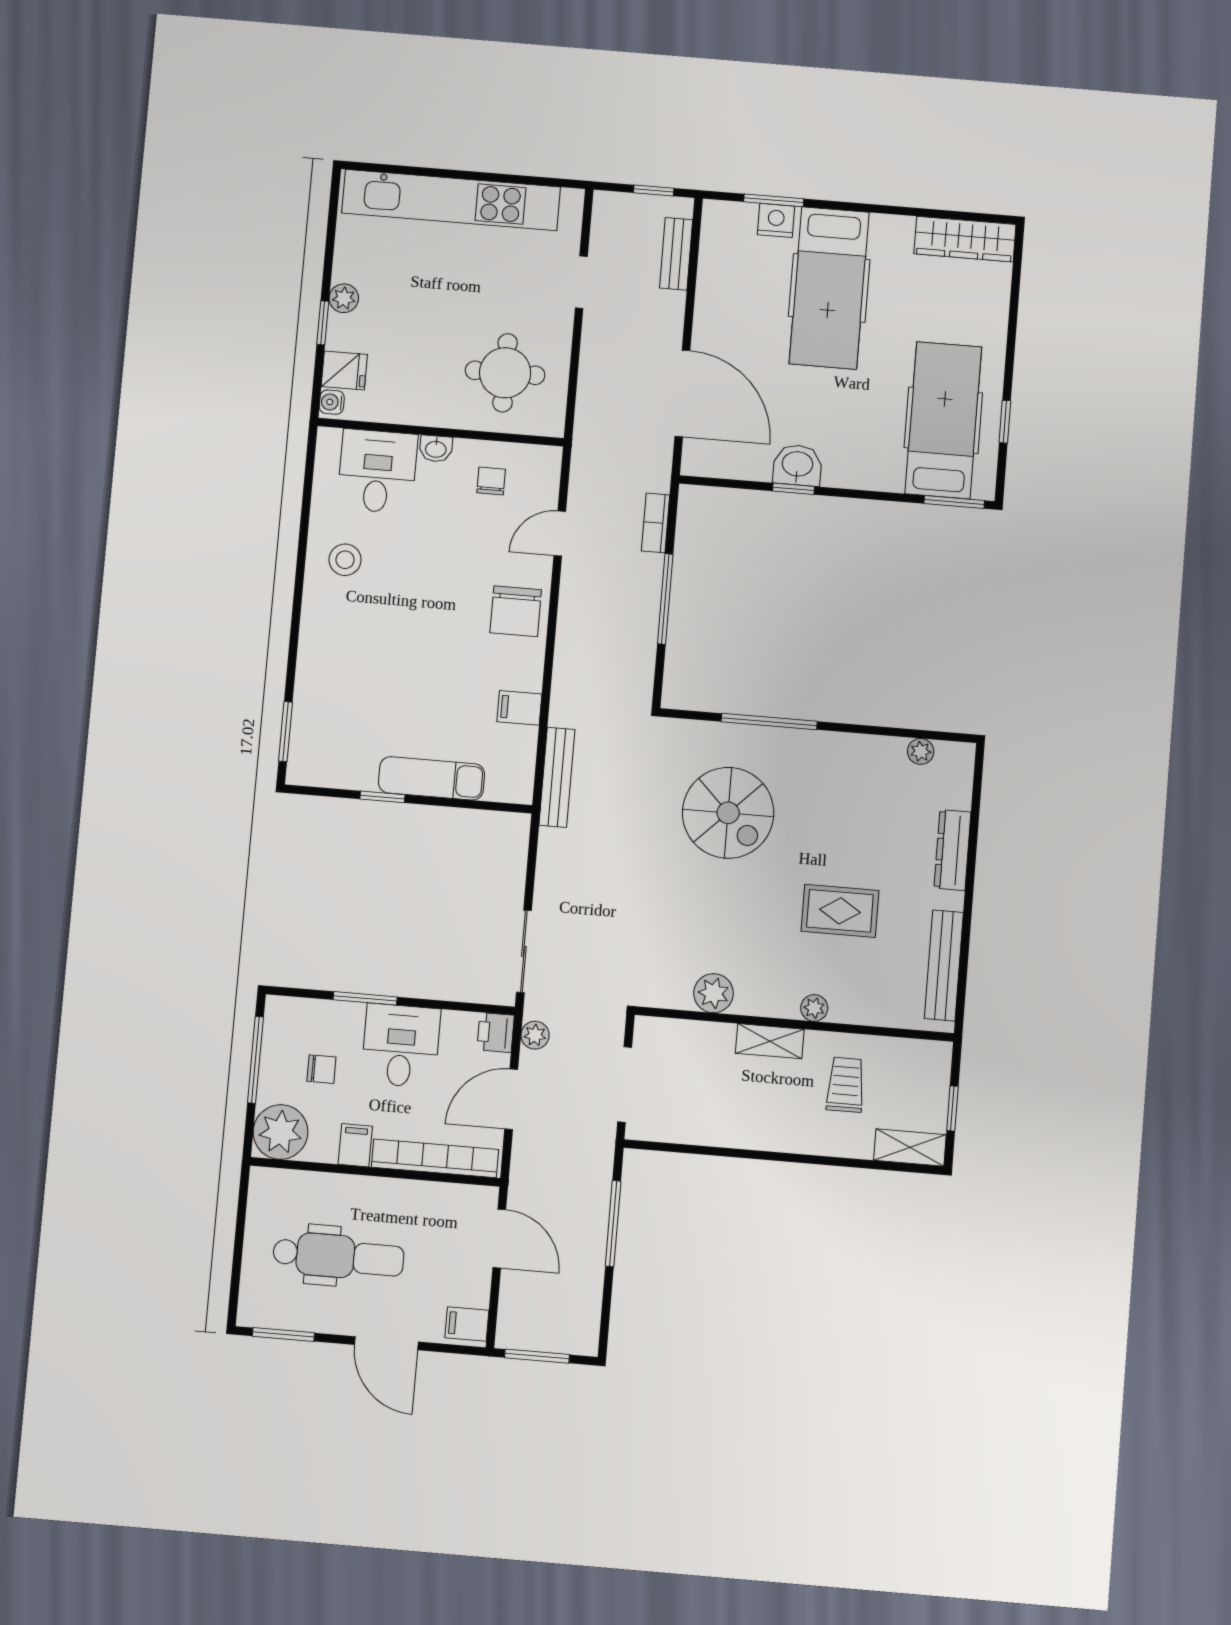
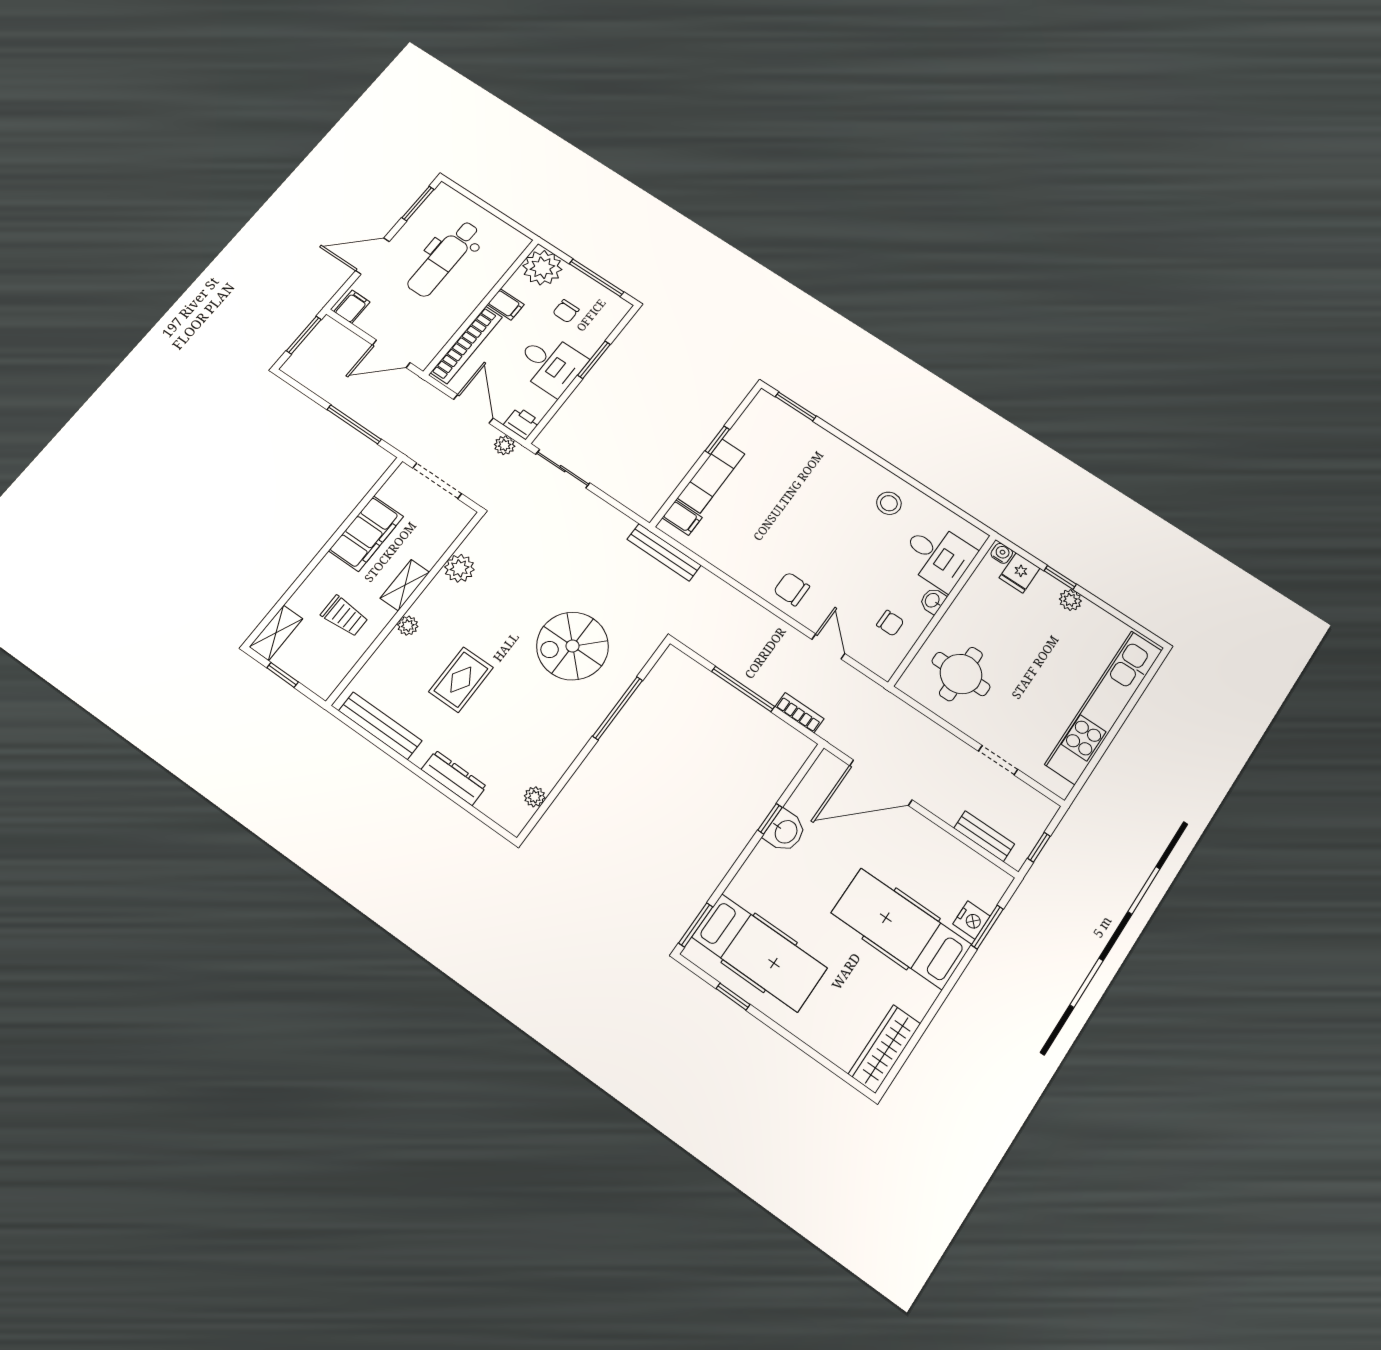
chair: (516, 611) -> (792, 589), width x0.73, depth x0.73
filing cabinet: (519, 708) -> (682, 518), moved, turned 90
filing cabinet: (736, 1124) -> (366, 534), added

